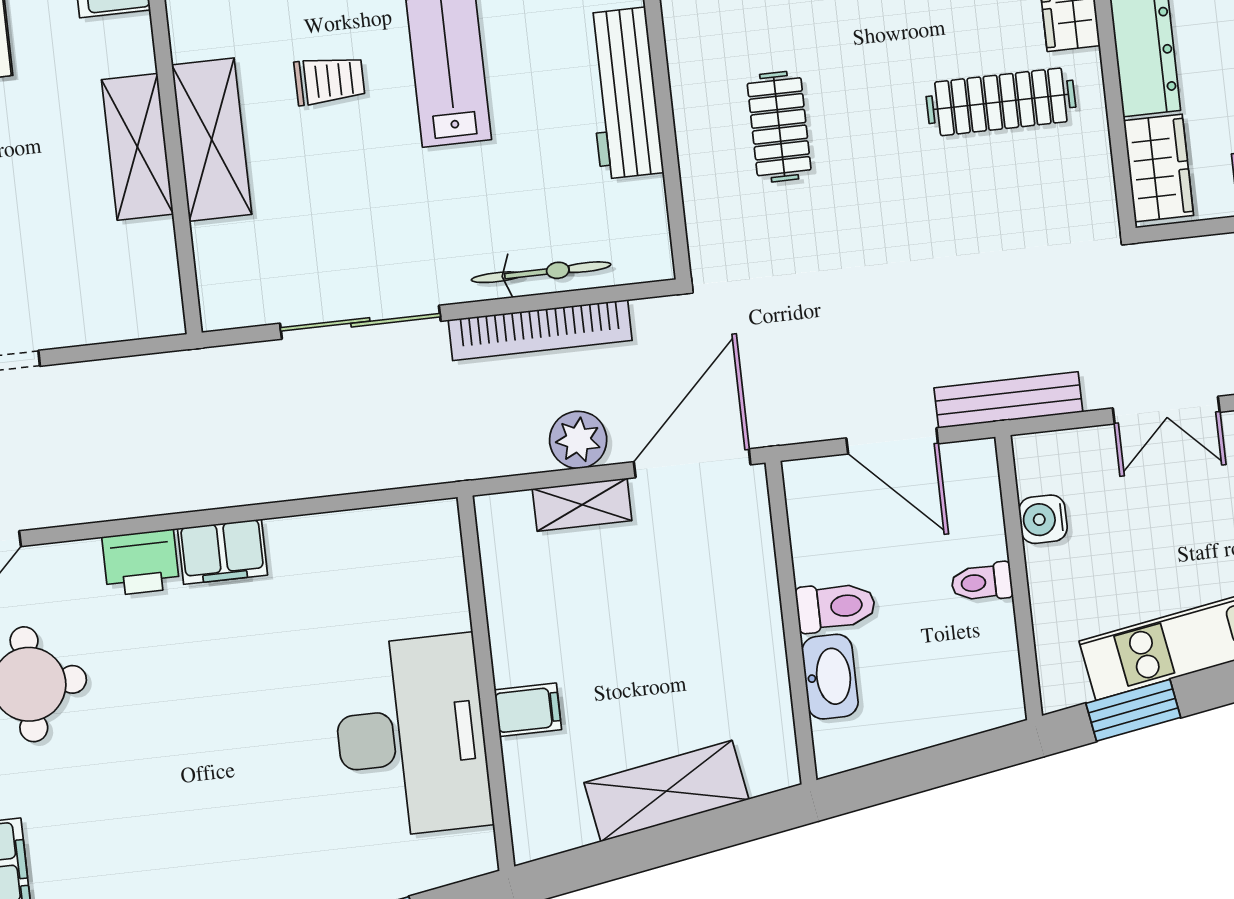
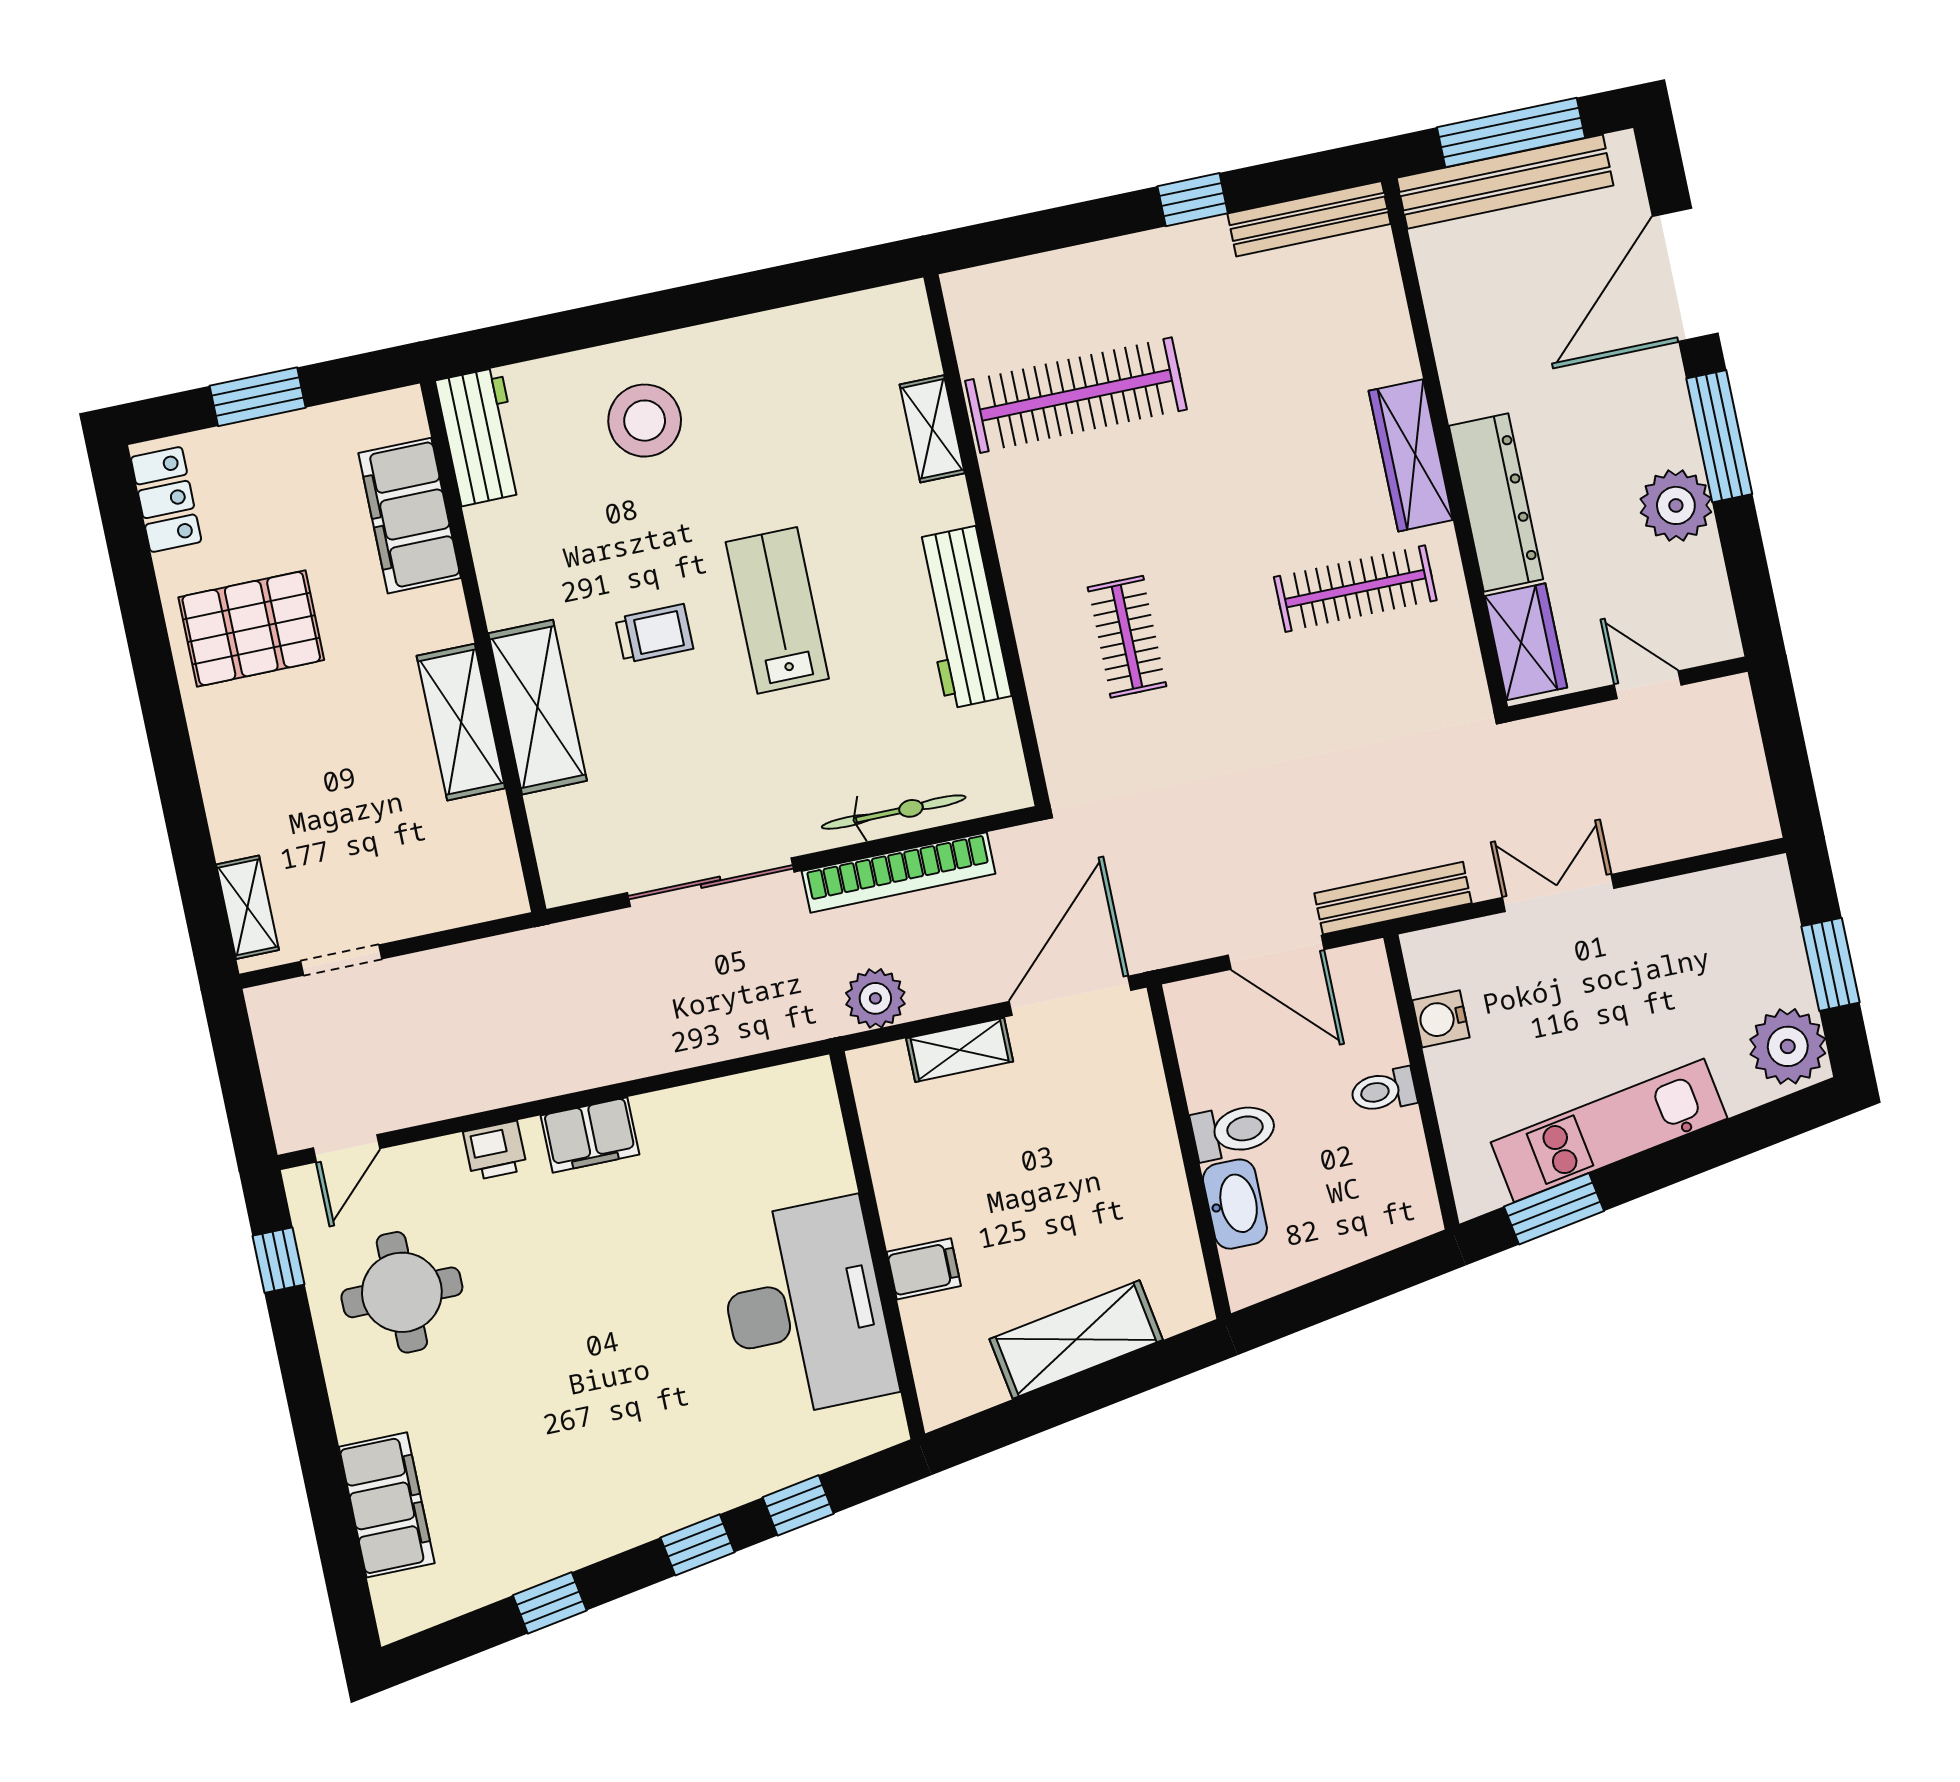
double door: (1166, 410) -> (1558, 893), swing flipped
plant: (578, 440) -> (875, 998), moved
printer: (141, 563) -> (495, 1151), width x0.73, depth x0.81

